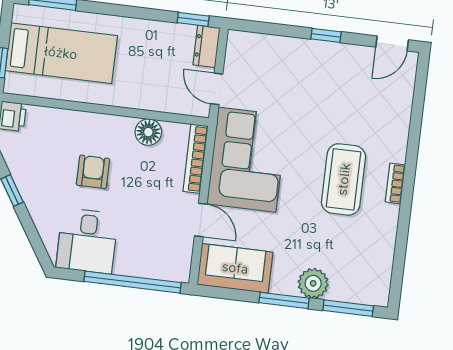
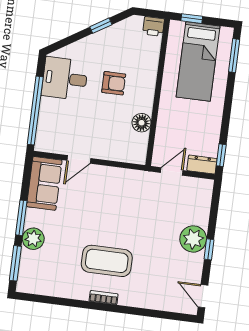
plant: (312, 58) -> (193, 239), added
bookcase: (196, 159) -> (122, 156), removed
corner sofa: (247, 160) -> (121, 193), removed

